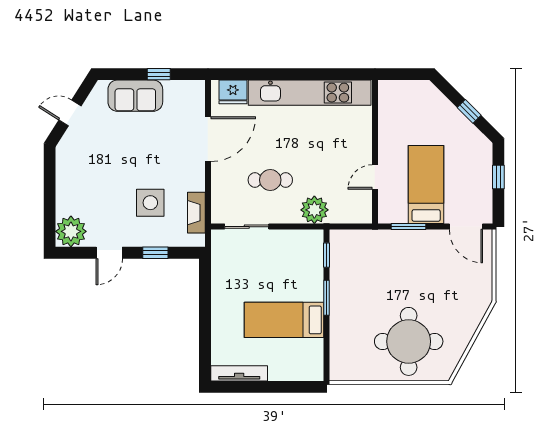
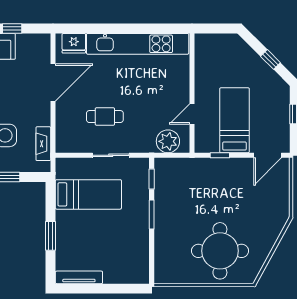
plant: (314, 210) -> (168, 141), moved
sliding door: (247, 227) -> (111, 155), moved
window: (408, 227) -> (220, 155), width x0.67
door: (466, 227) -> (268, 155), hinge flipped
bed: (284, 320) -> (88, 194), moved, turned 180
window: (205, 323) -> (51, 236), added

